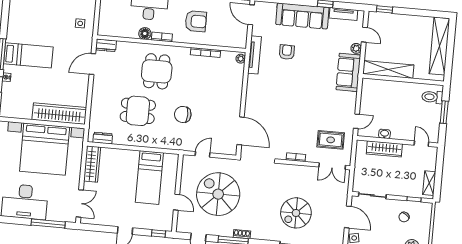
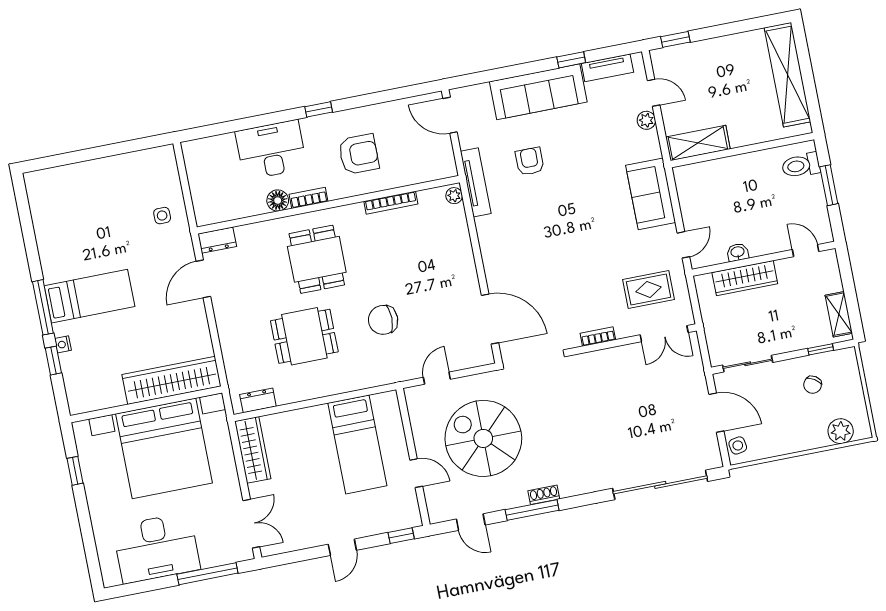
shelving: (388, 69) -> (698, 143), width x0.68
sofa: (348, 72) -> (651, 194), moved
spiral stairs: (296, 213) -> (626, 432), removed

